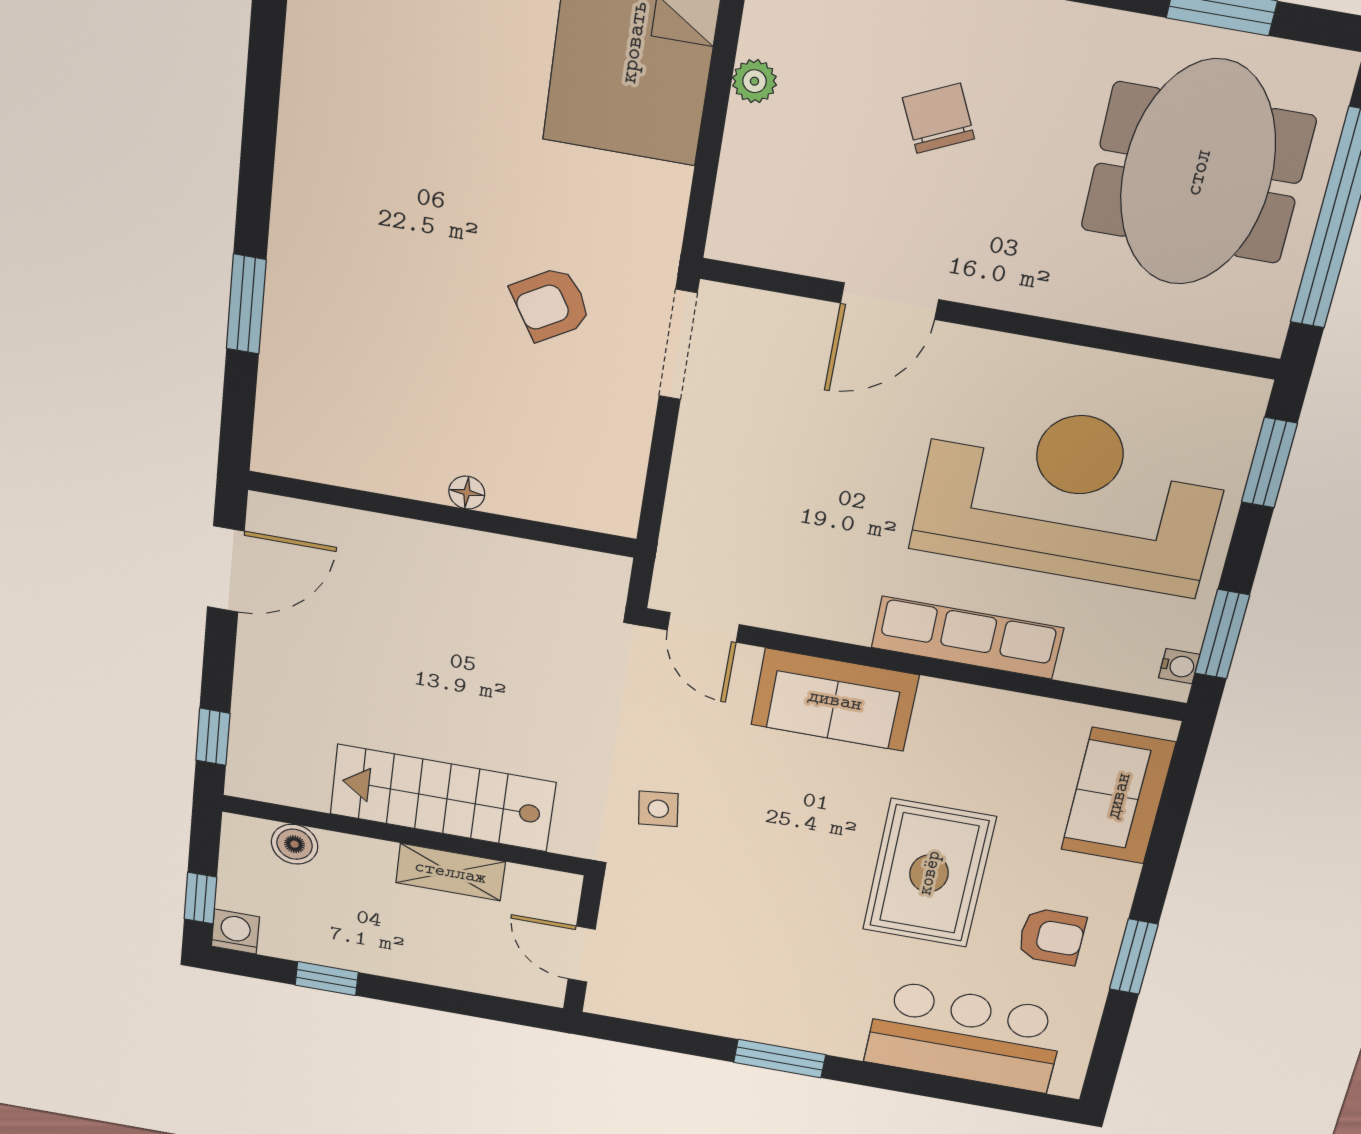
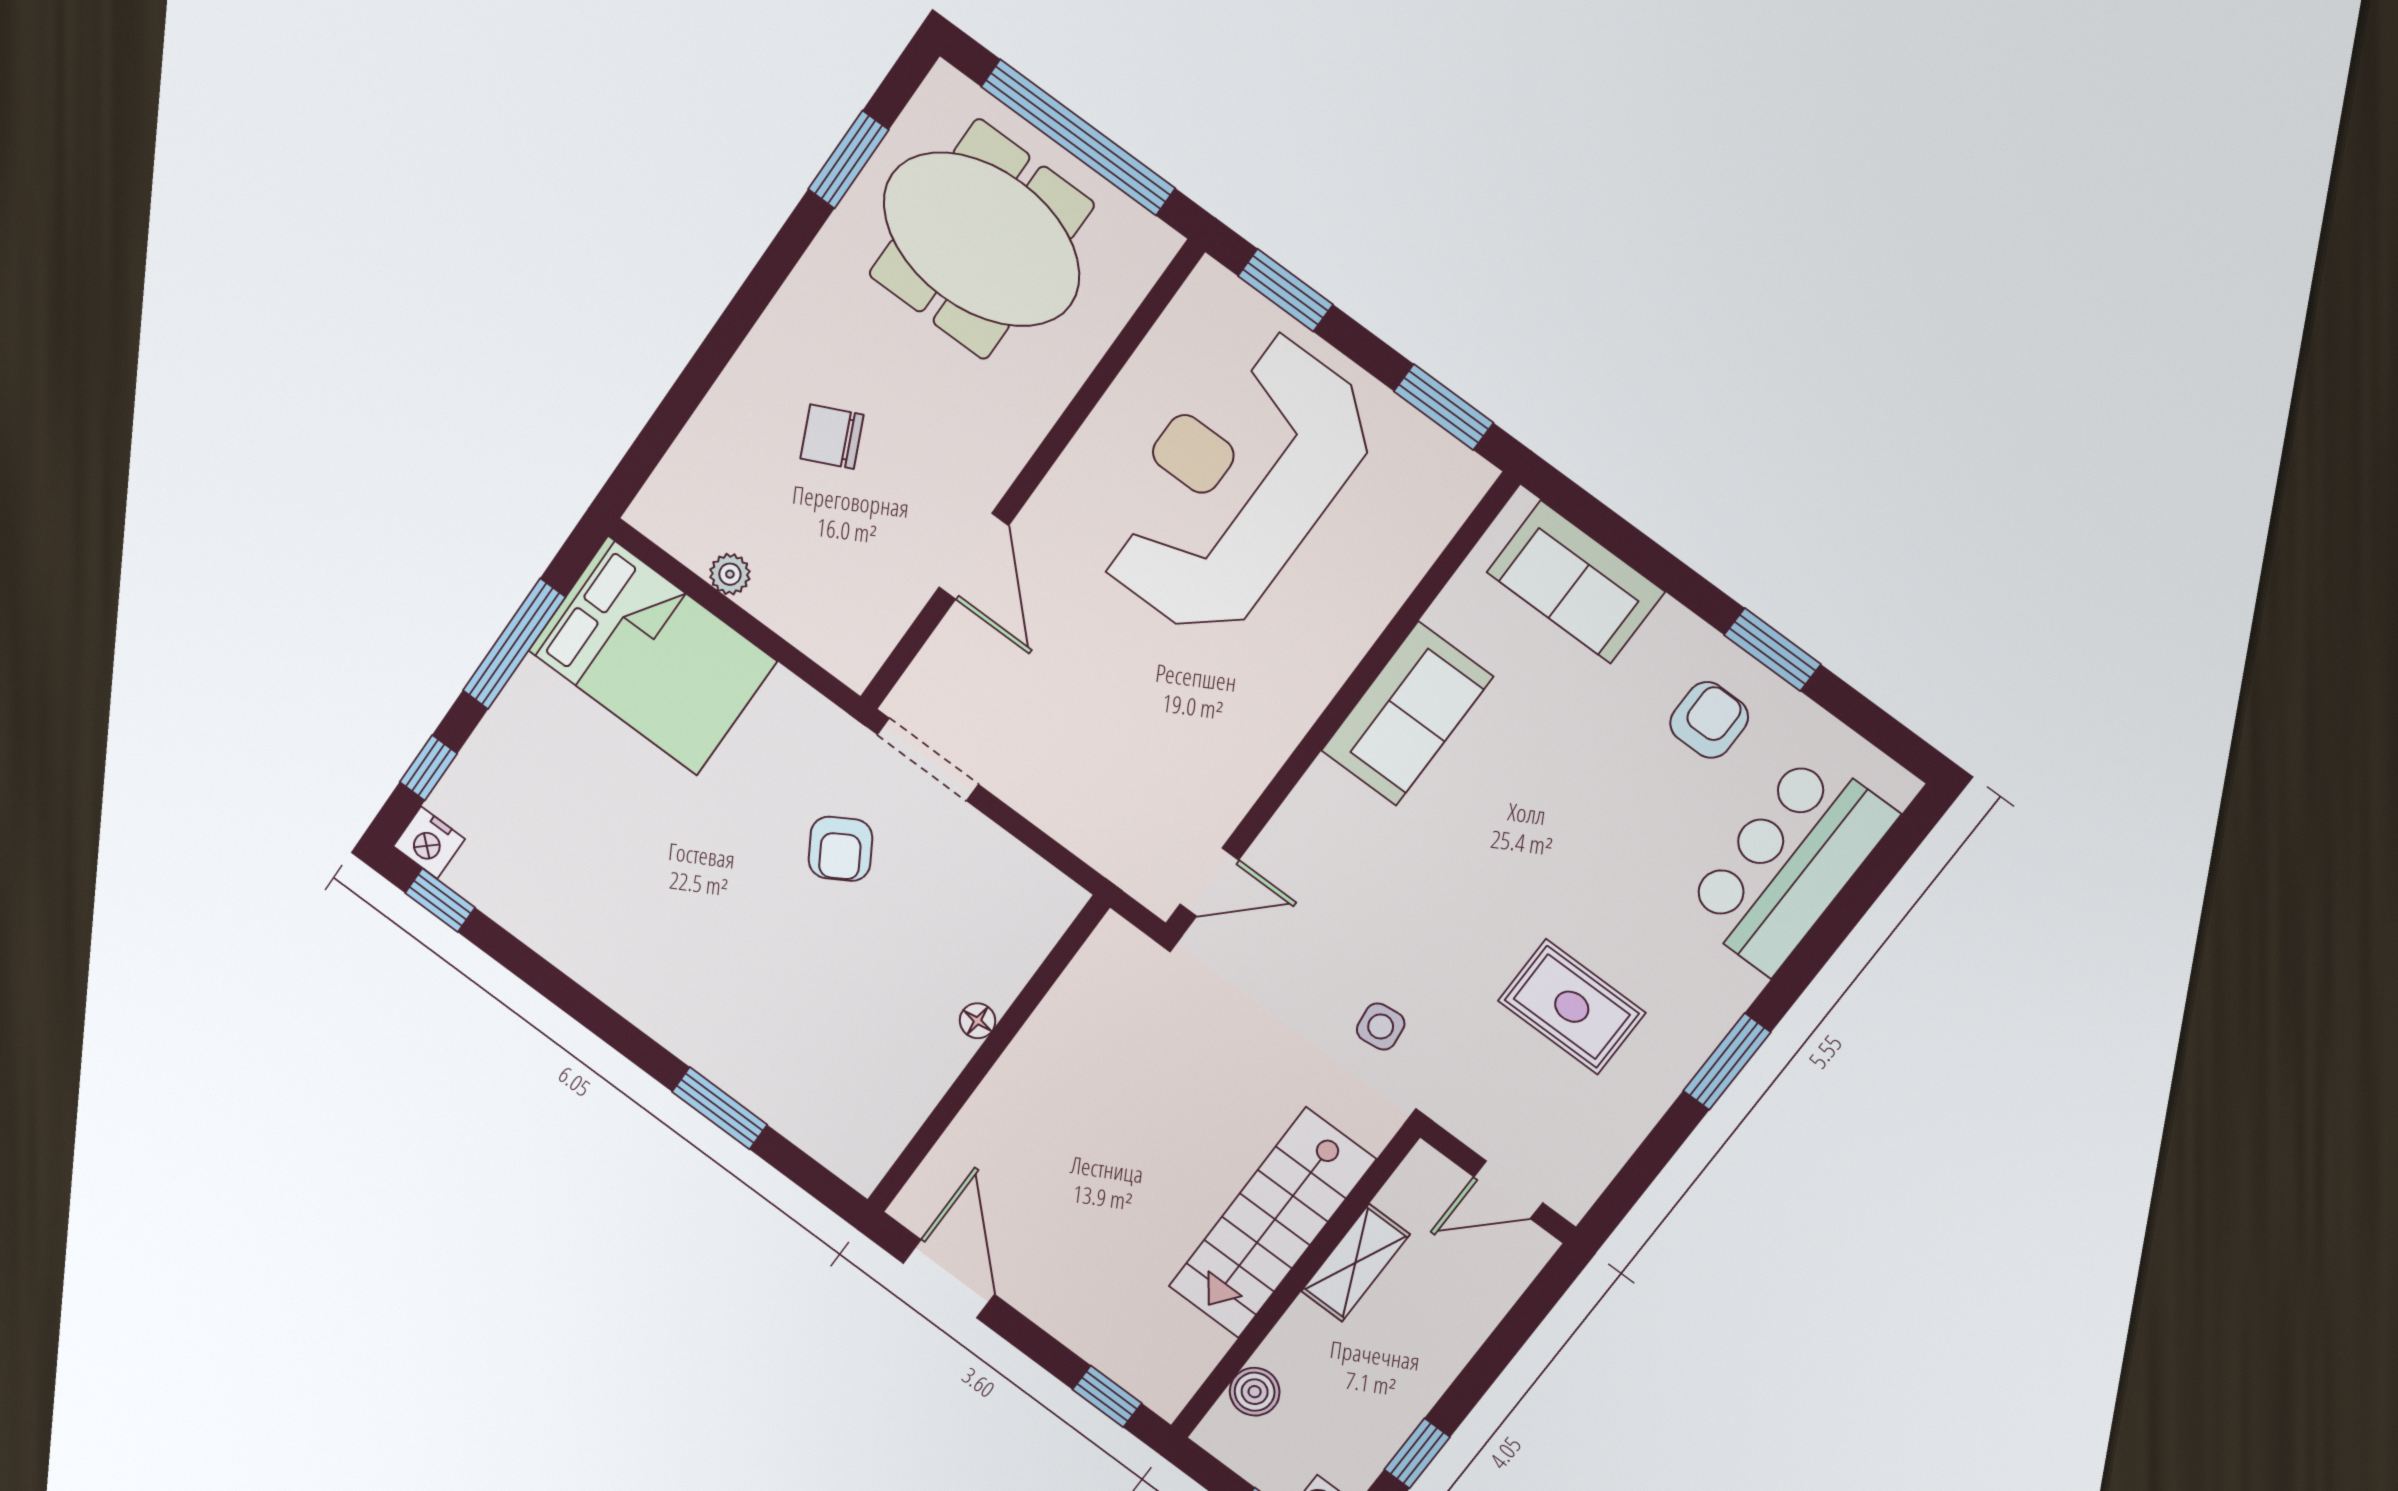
row of seats: (967, 638) -> (1335, 645), removed
water cooler: (1179, 666) -> (1459, 462), removed
sofa: (835, 700) -> (1407, 714), moved
rug: (929, 873) -> (1572, 1007), moved, width x0.73, depth x0.70

